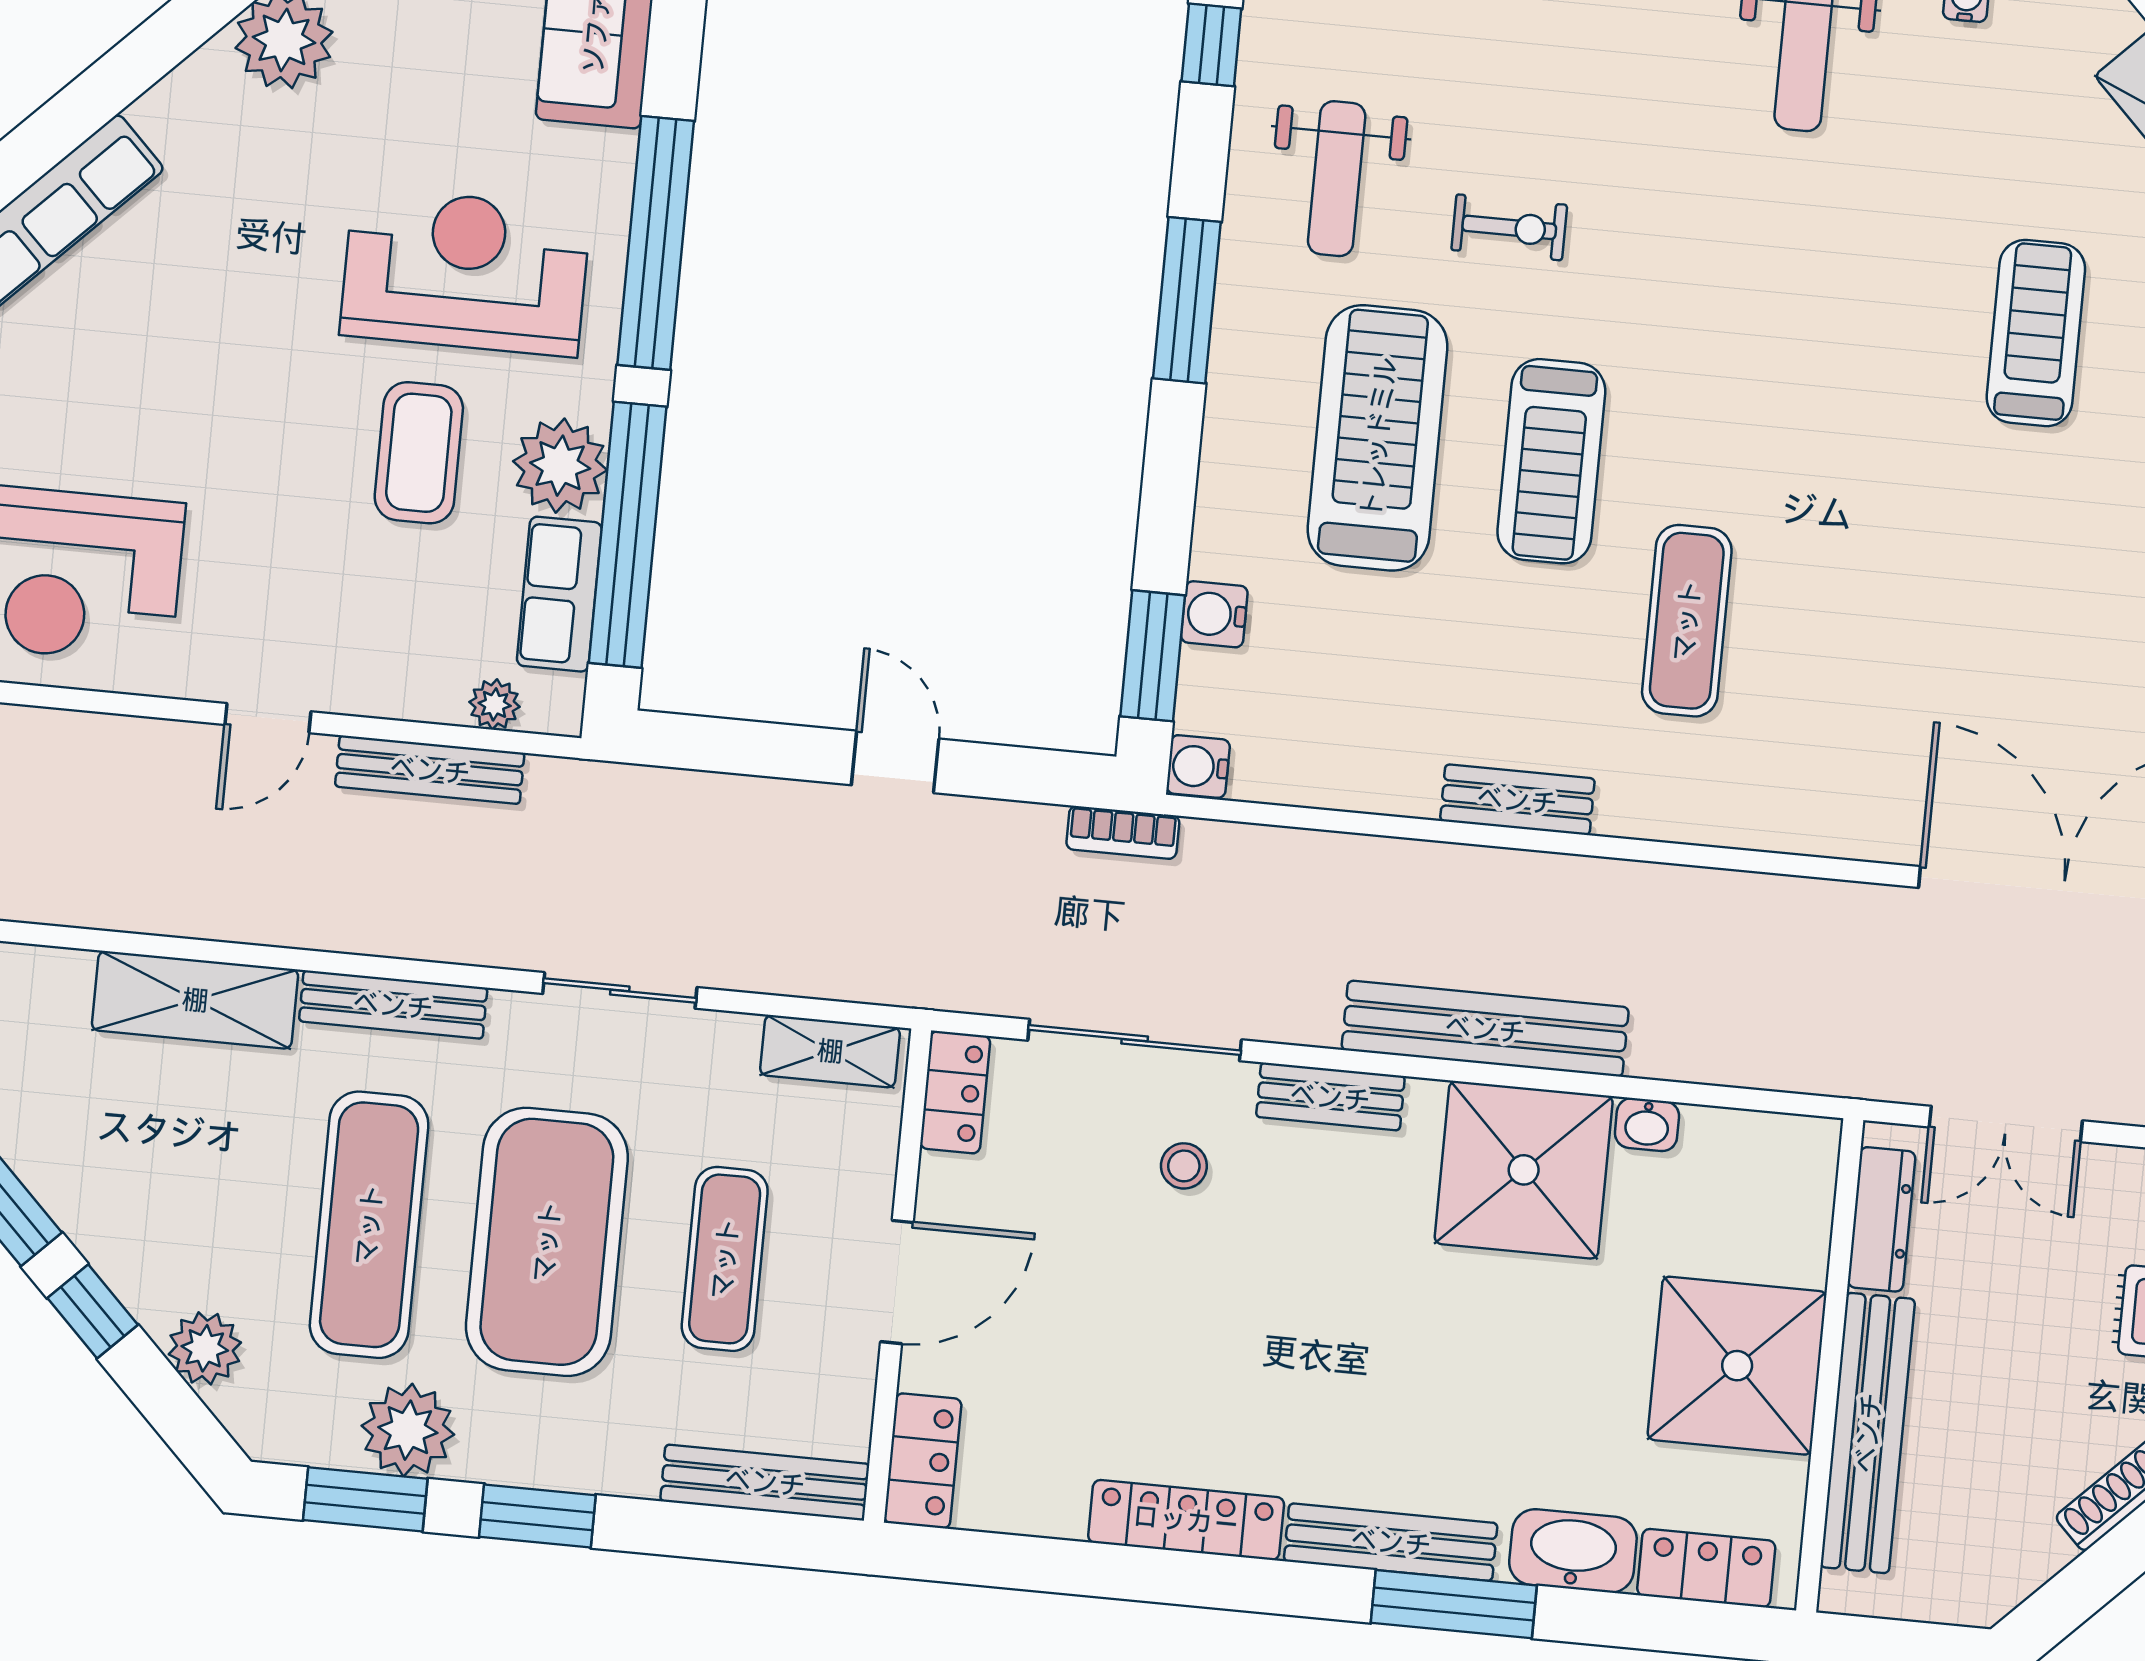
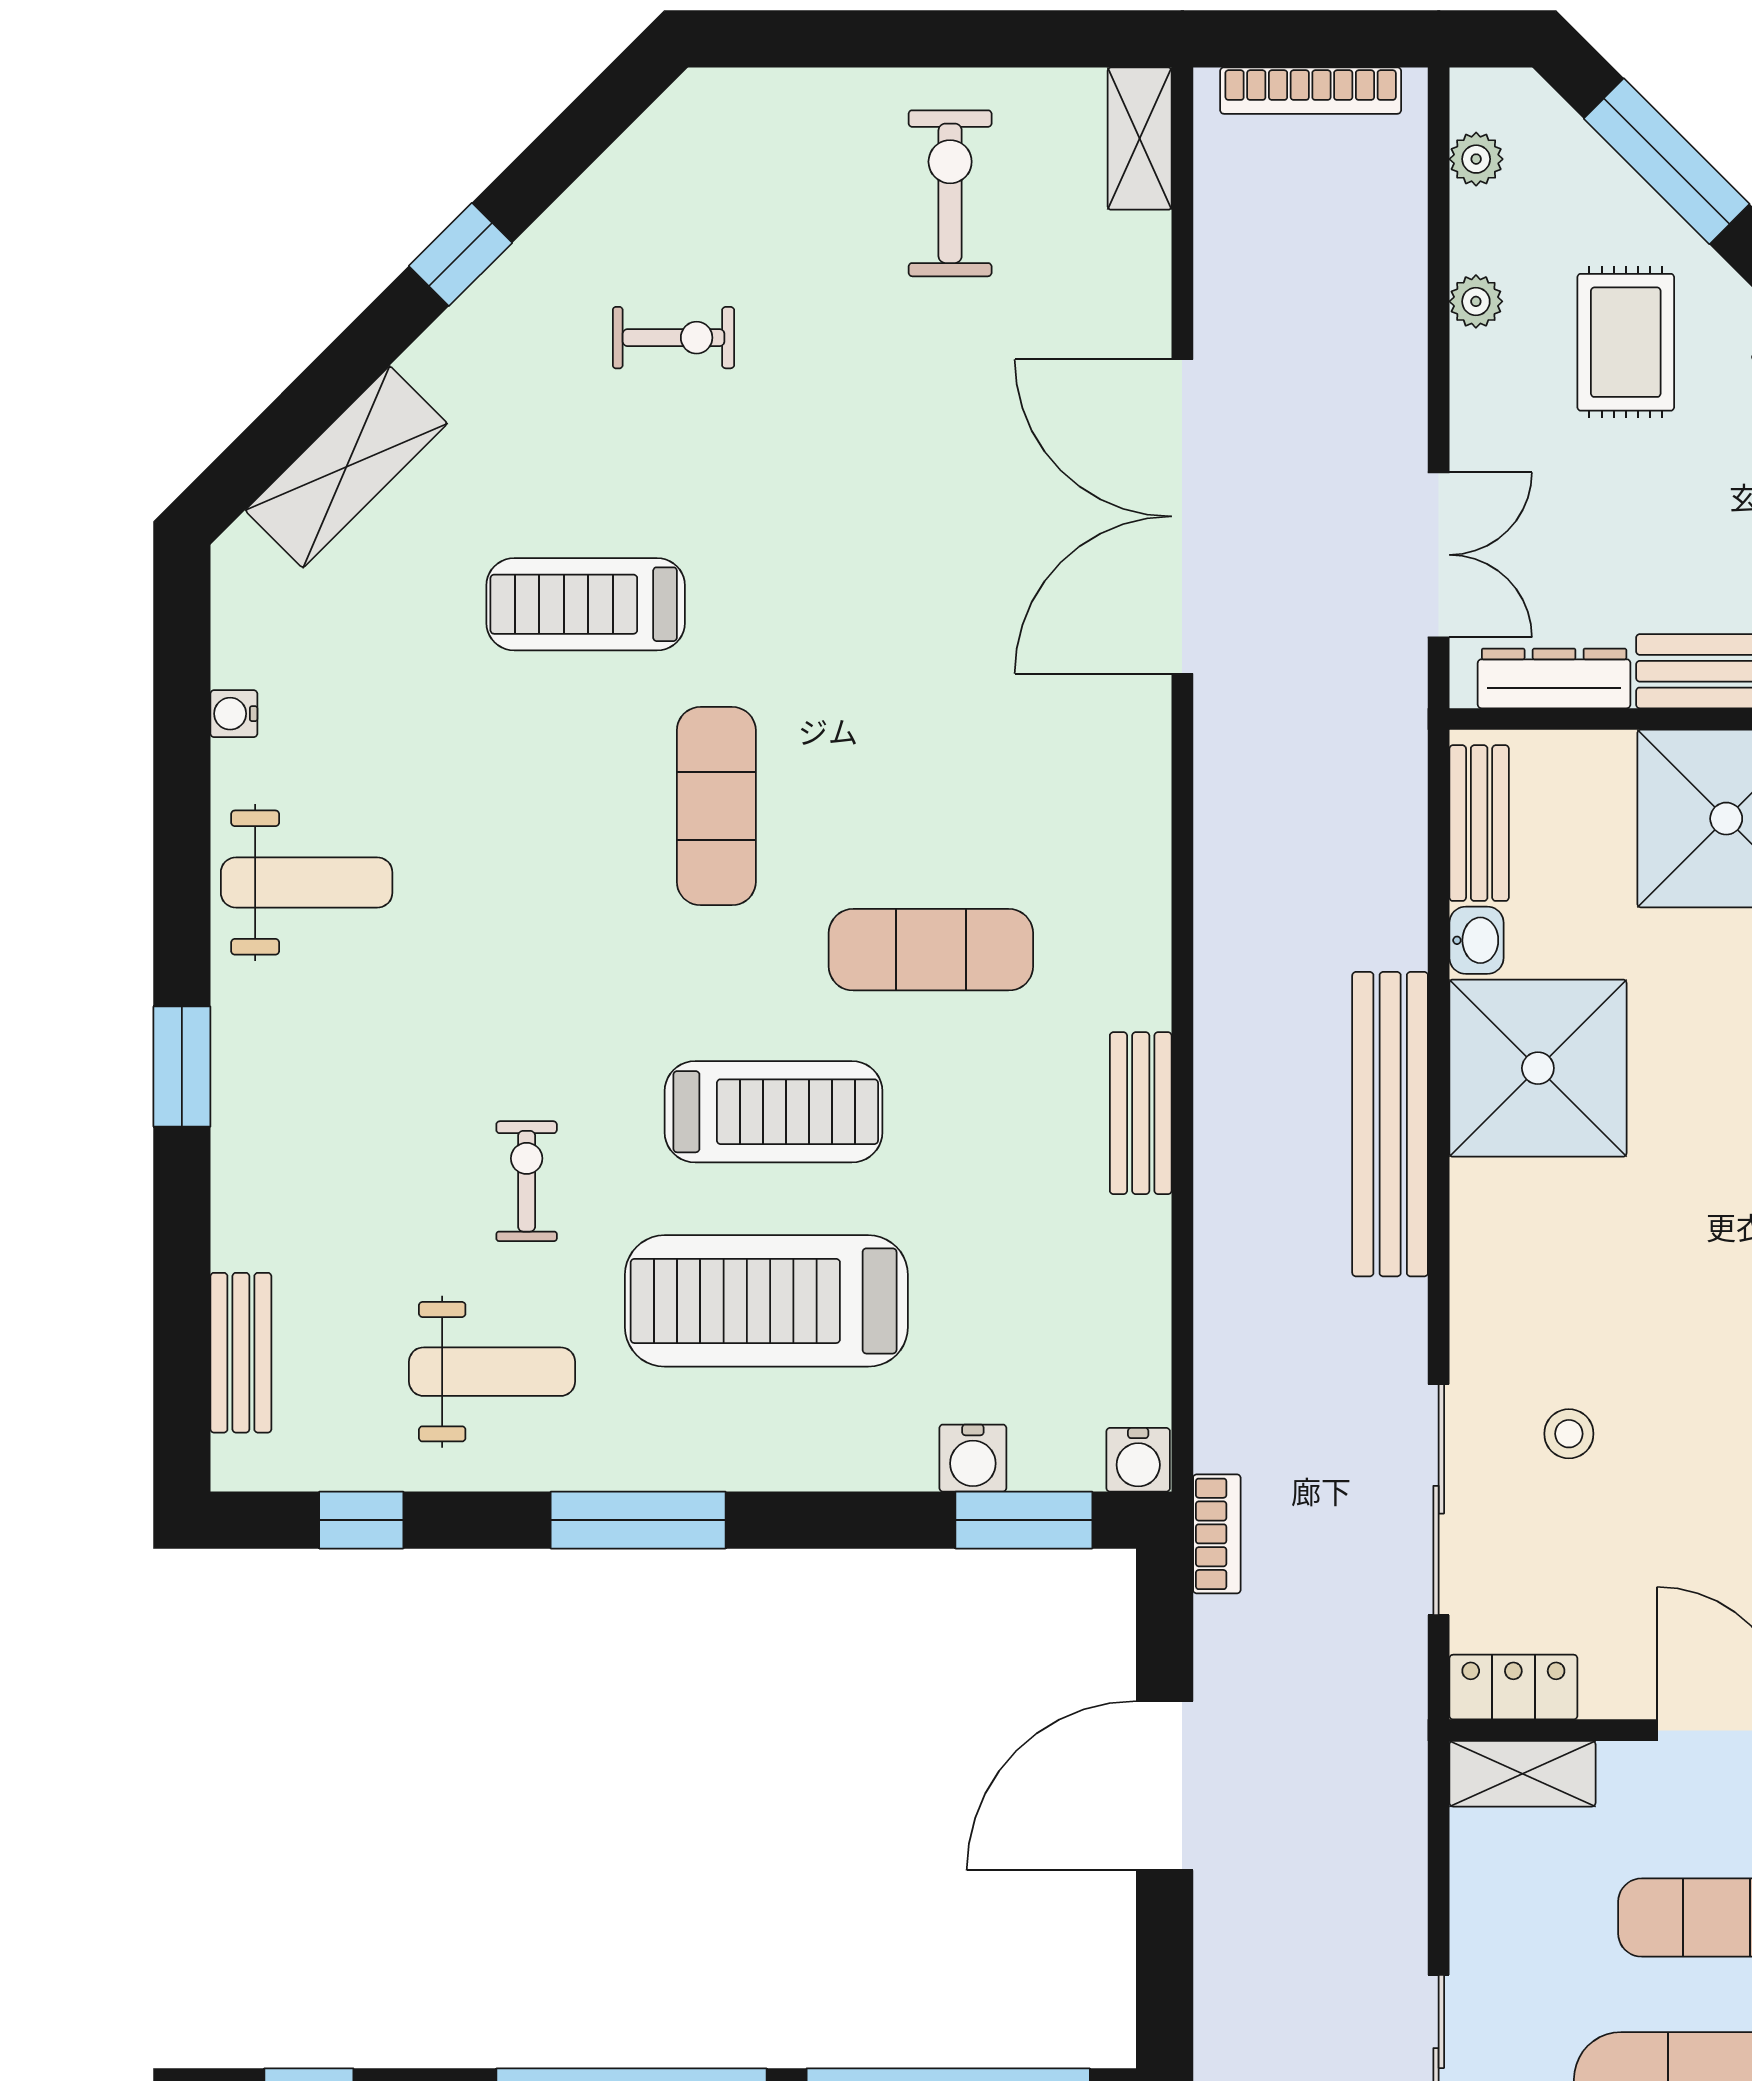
exercise mat: (1838, 436) -> (716, 806), added
door: (895, 762) -> (1165, 1786), width x1.87
shelving: (830, 1051) -> (1522, 1774), moved, turned 90
bench: (1330, 1097) -> (1479, 823), moved

